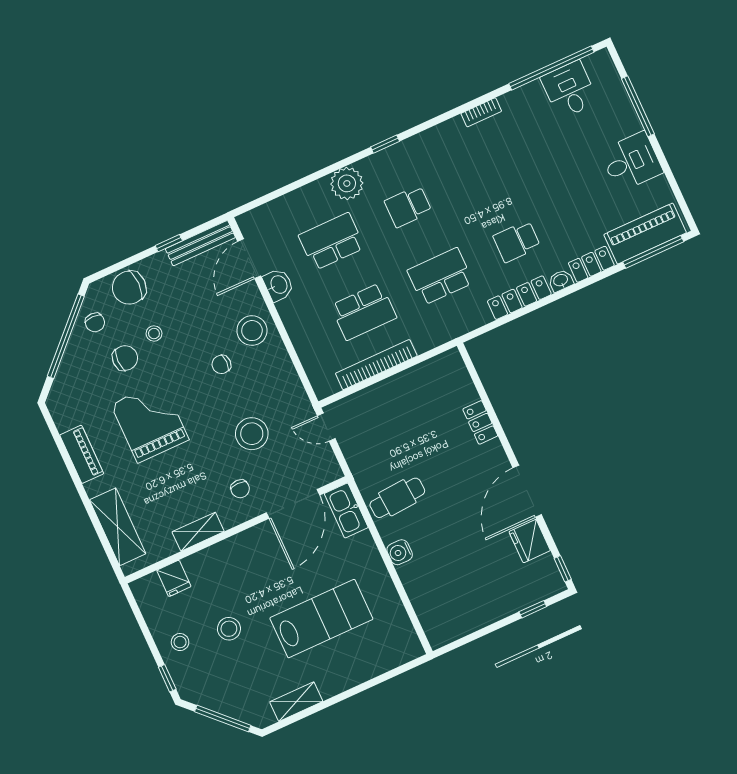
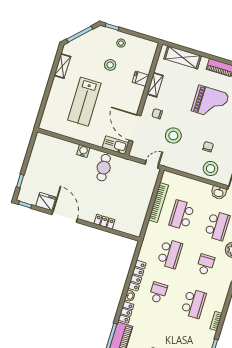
school desk: (485, 171) -> (194, 303), added
fridge: (174, 578) -> (141, 79), moved

